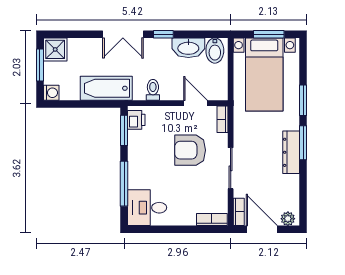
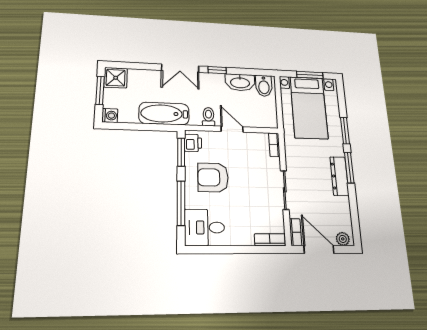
door: (195, 103) -> (232, 129), moved
armchair: (190, 150) -> (213, 177), moved

